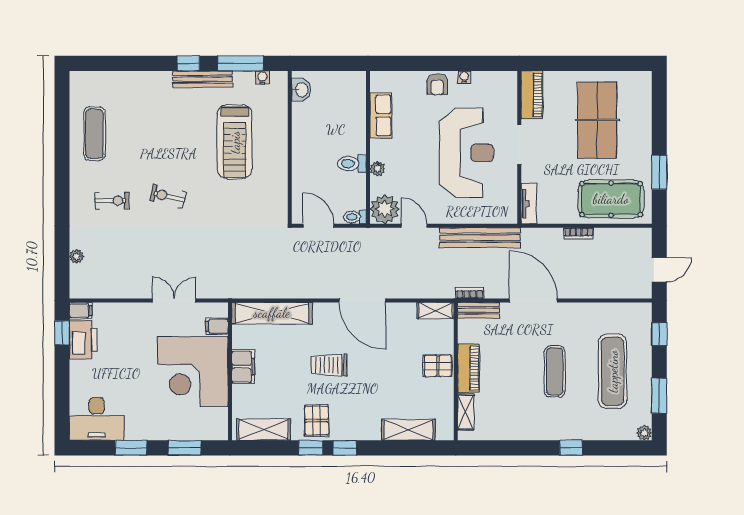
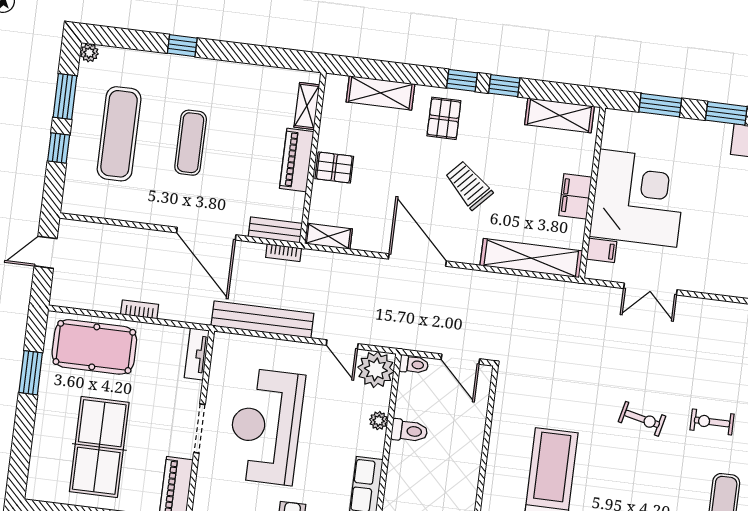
window: (659, 334) -> (59, 148), moved
trolley: (329, 365) -> (469, 185), turned -137
pallet: (317, 421) -> (444, 118), moved

